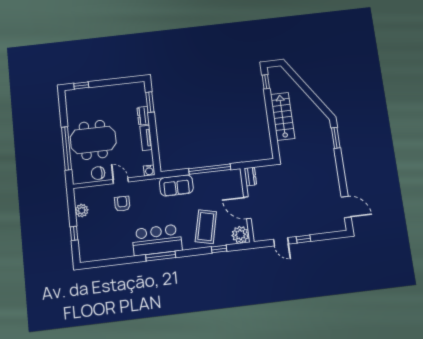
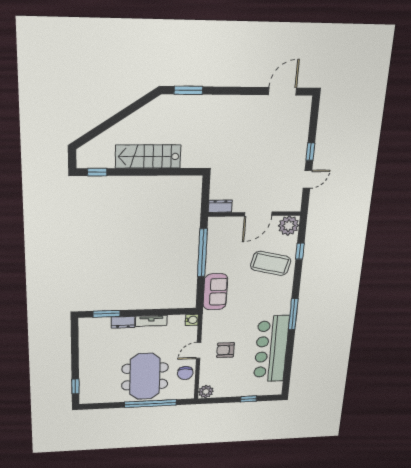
plant: (82, 210) -> (206, 392), moved
bar counter: (157, 240) -> (271, 349), moved, width x1.36

